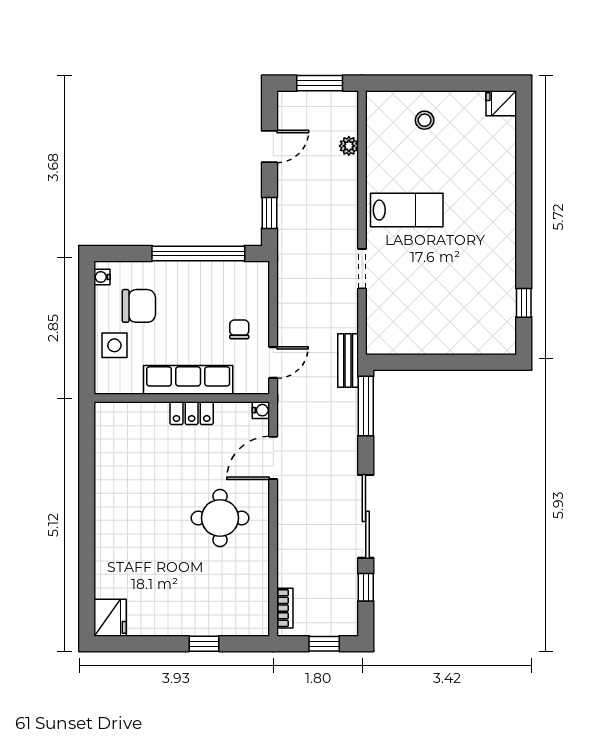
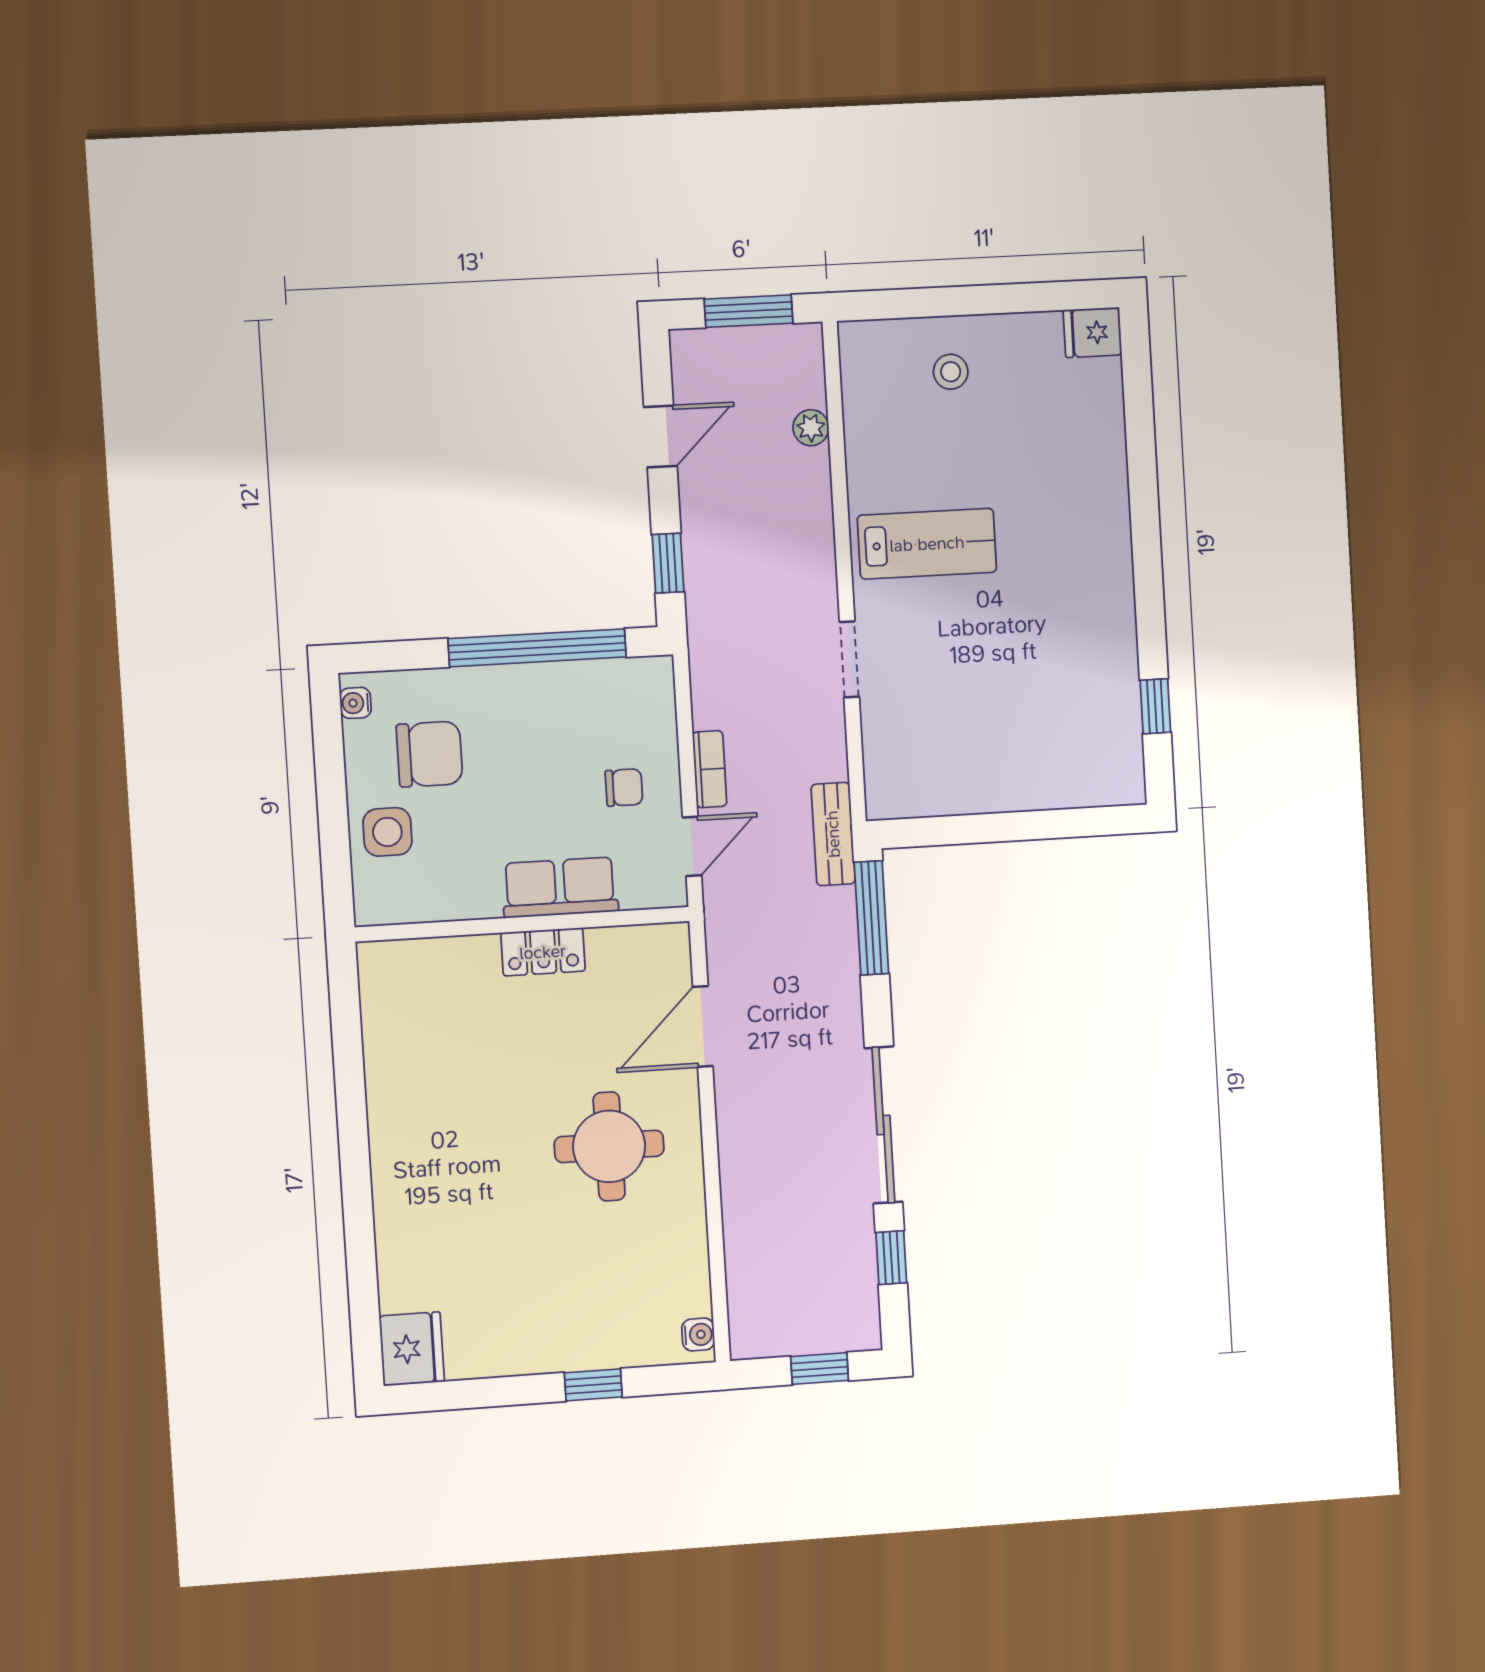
chair: (239, 329) -> (624, 787), turned 90
row of seats: (188, 380) -> (560, 887), width x0.68
water cooler: (261, 410) -> (698, 1335), moved
bookcase: (285, 608) -> (710, 769), moved

